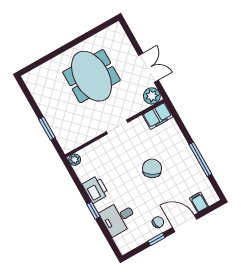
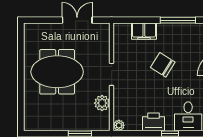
plant: (152, 96) -> (102, 103), moved
filing cabinet: (158, 116) -> (144, 31), moved, turned 90

